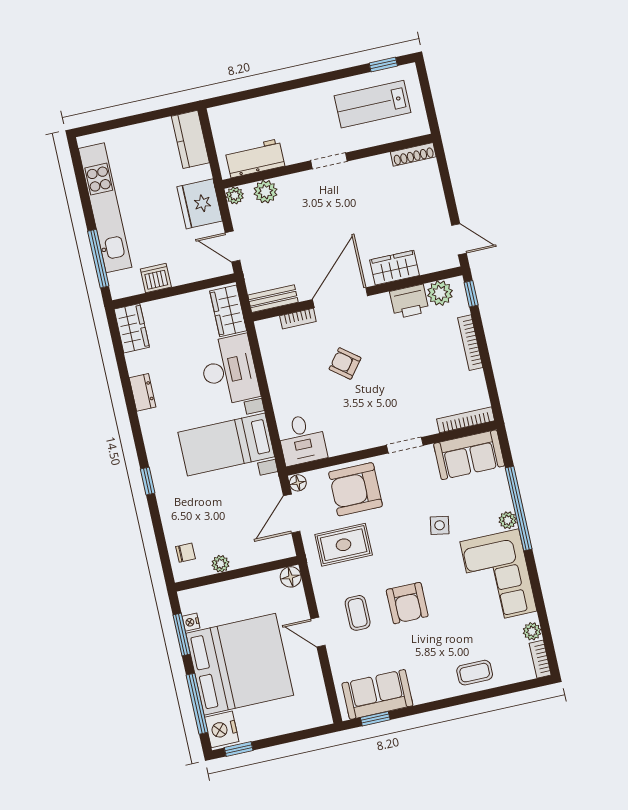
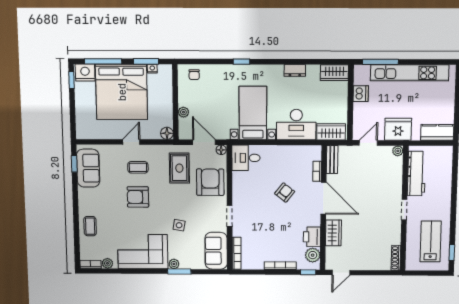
workbench: (255, 158) -> (416, 174), width x1.38
plant: (265, 192) -> (396, 169), removed
window: (519, 509) -> (179, 272), width x0.47
plant: (220, 564) -> (183, 112), moved

